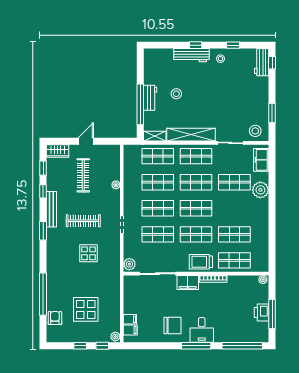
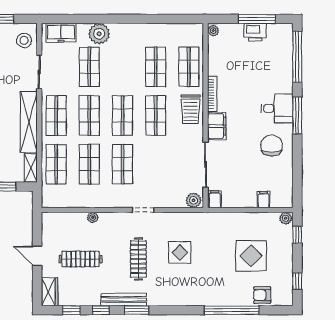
window: (43, 231) -> (136, 310), moved
shop shelf: (158, 234) -> (156, 164), removed
filing cabinet: (130, 330) -> (215, 199), moved
window: (80, 346) -> (297, 281), moved

